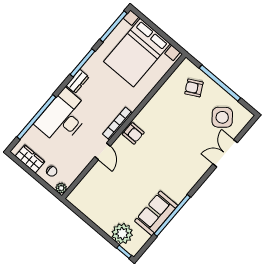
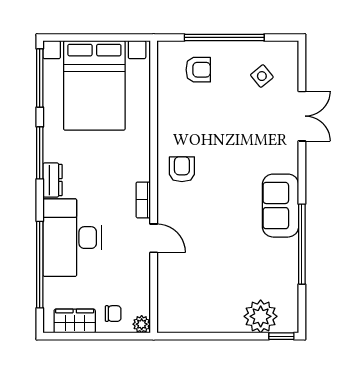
armchair: (194, 88) -> (198, 70), turned -152
side table: (222, 117) -> (262, 76), width x0.54, depth x0.54
bookcase: (118, 124) -> (143, 200), width x0.64
armchair: (133, 133) -> (182, 169), moved, turned -90
double door: (225, 153) -> (302, 116), swing flipped
sofa: (156, 213) -> (280, 206), moved

